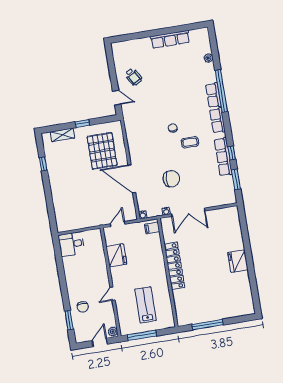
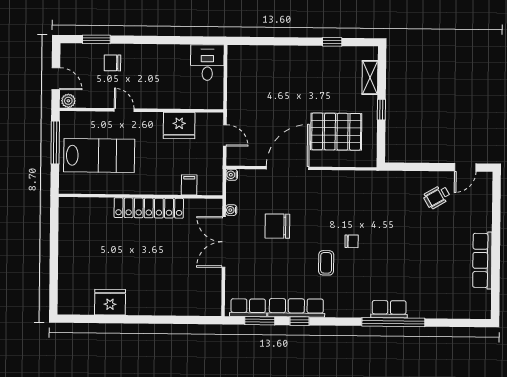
plant: (208, 58) -> (445, 312), removed
door: (117, 98) -> (465, 167), moved
row of seats: (217, 120) -> (248, 308), moved
chair: (171, 179) -> (277, 226), turned 90
filing cabinet: (152, 228) -> (189, 185), moved
fridge: (238, 261) -> (110, 302), moved
lab bench: (146, 305) -> (99, 156), width x1.36, depth x1.39
window: (208, 325) -> (54, 241), removed

